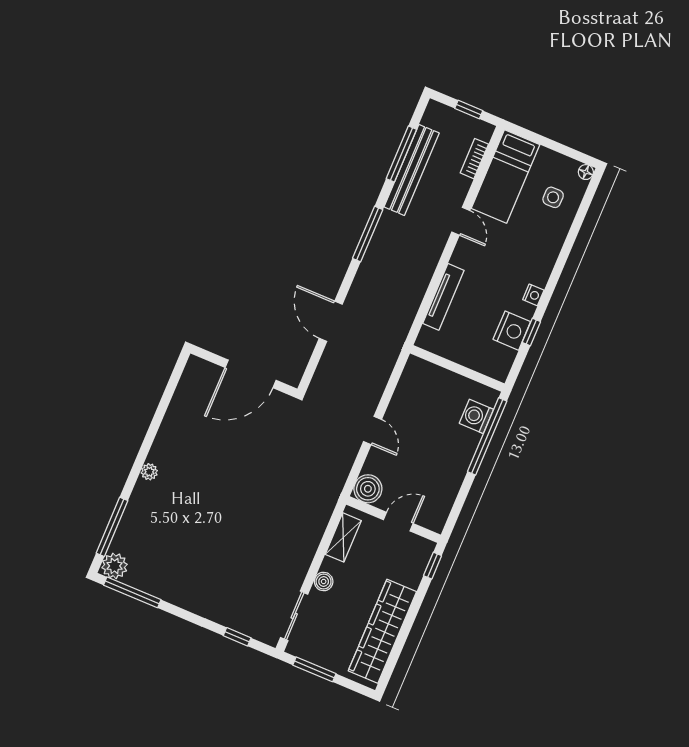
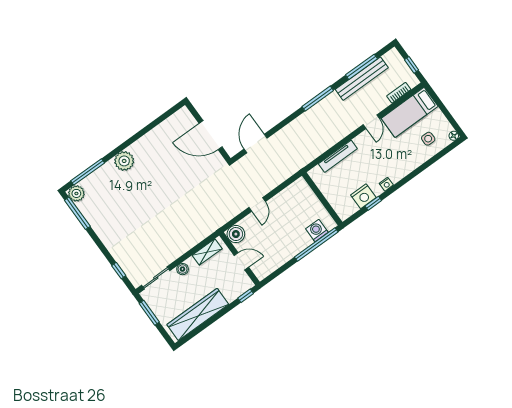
door: (331, 321) -> (256, 144), moved
plant: (149, 472) -> (124, 161), width x1.87, depth x1.87

